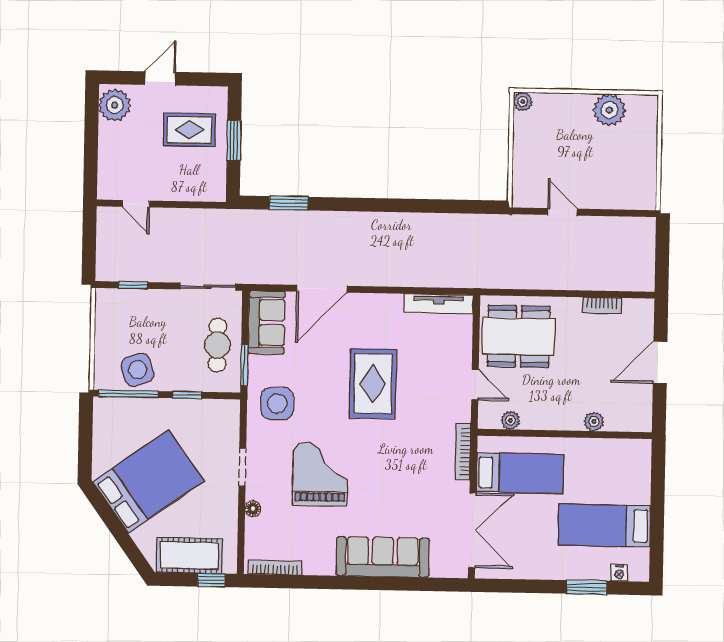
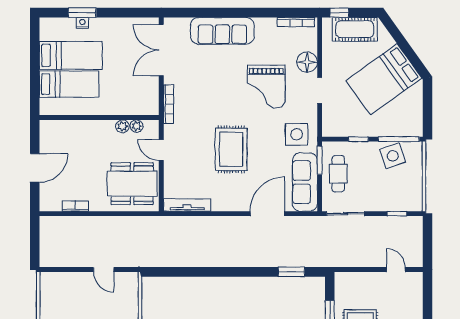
sofa: (267, 322) -> (305, 182), width x1.36
plant: (594, 422) -> (122, 126), moved
bed: (520, 473) -> (69, 84), moved, turned 180
floor lamp: (253, 509) -> (307, 62), width x1.89, depth x1.89
nightstand: (619, 573) -> (82, 23), moved

